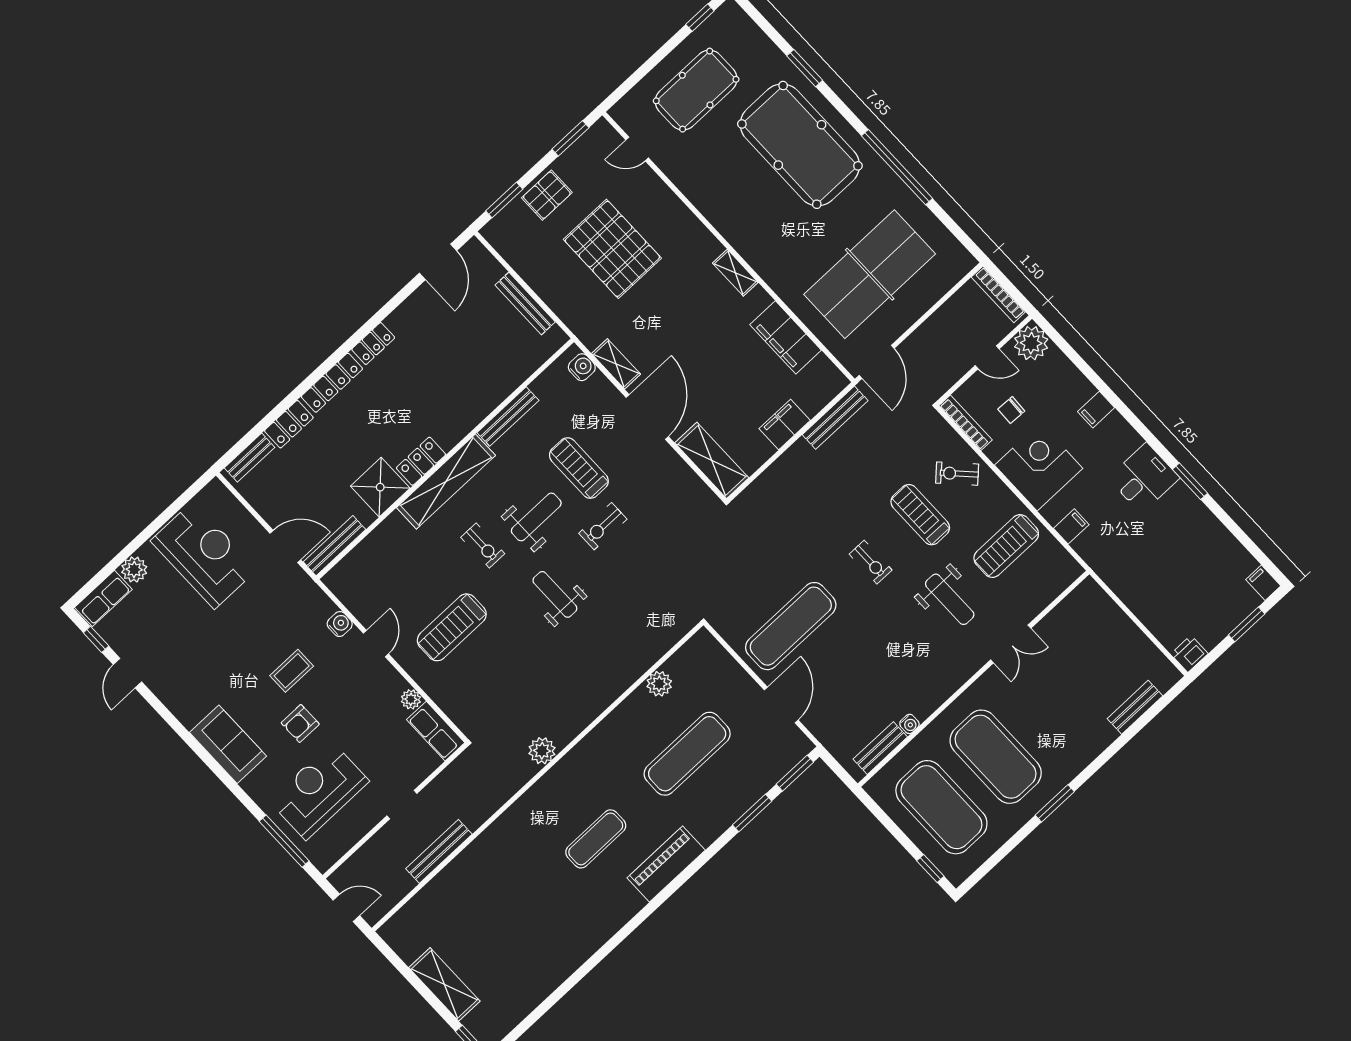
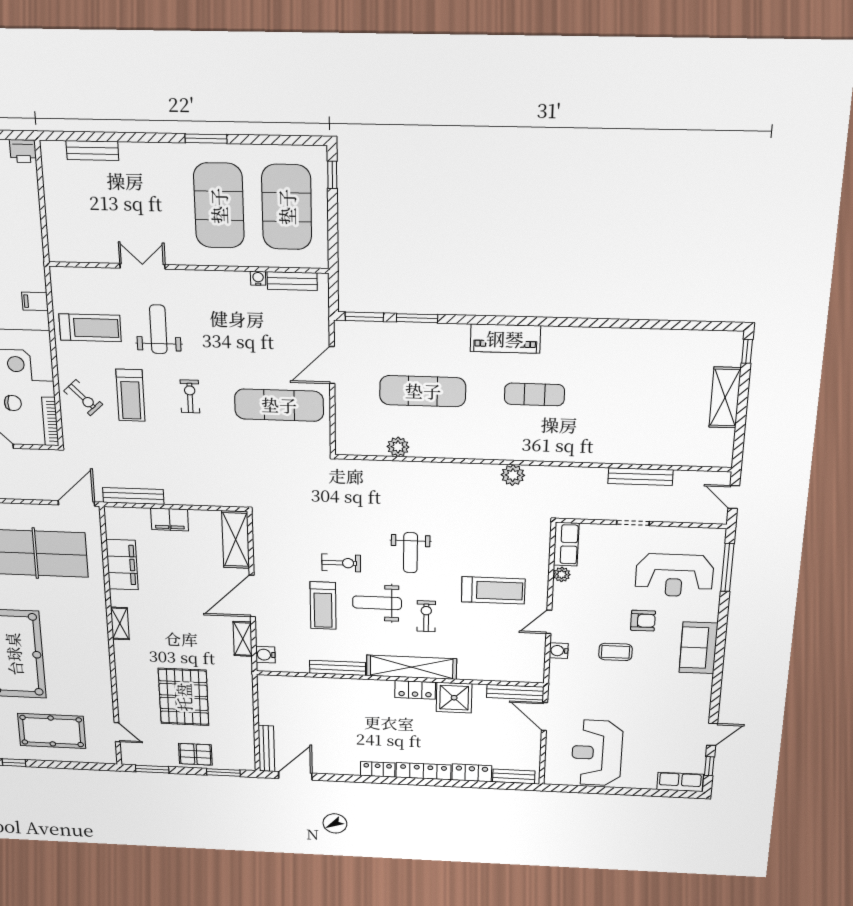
bench: (525, 303) -> (266, 749), moved
plant: (134, 569) -> (645, 780), removed

